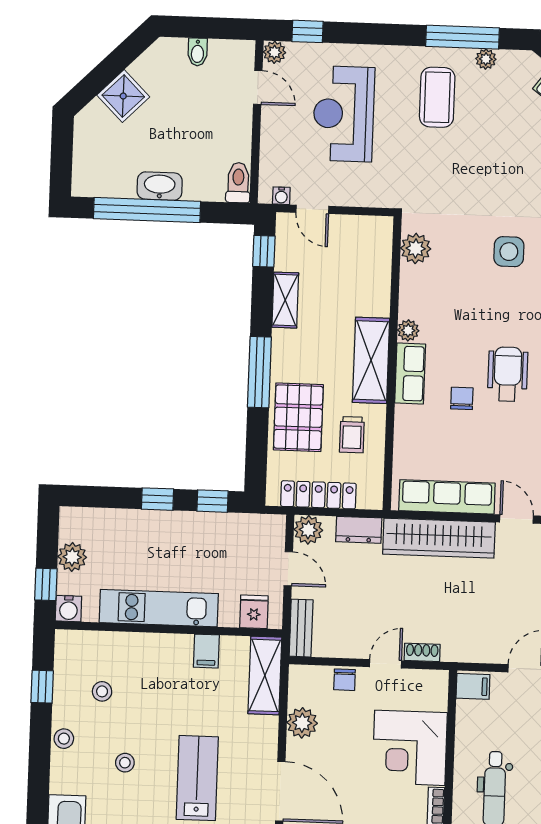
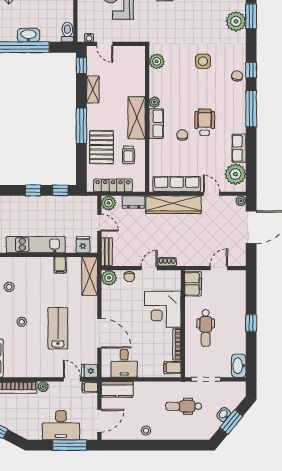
filing cabinet: (473, 686) -> (193, 284), width x2.00
plant: (302, 723) -> (109, 278), moved

